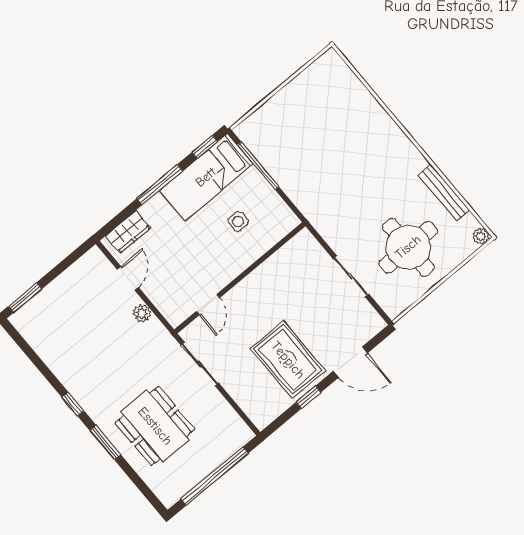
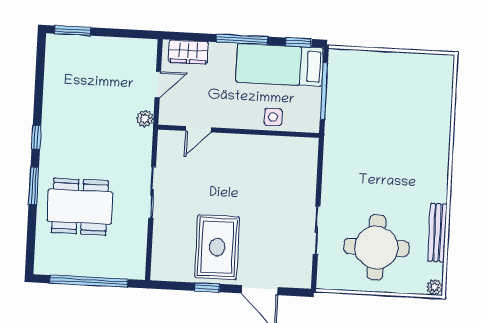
wall: (240, 278) -> (239, 131), moved
door: (208, 305) -> (199, 129), moved
dining table: (155, 426) -> (80, 207), turned 90

